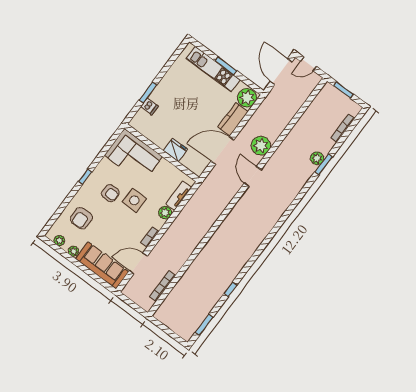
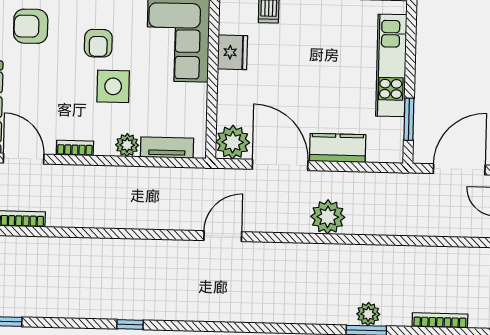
window: (226, 66) -> (409, 119), moved
plant: (247, 98) -> (233, 142), moved
fridge: (175, 150) -> (232, 52), moved
door: (253, 176) -> (223, 236), moved
window: (230, 289) -> (130, 325), moved

